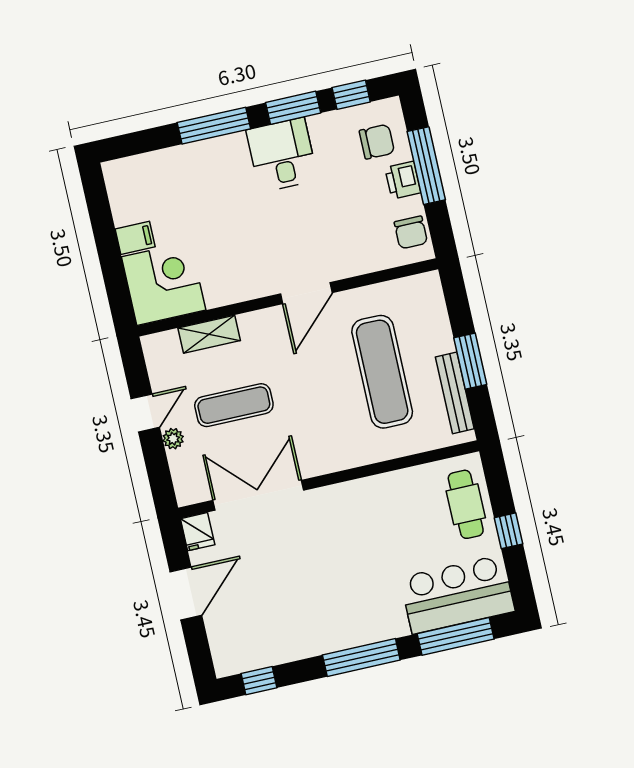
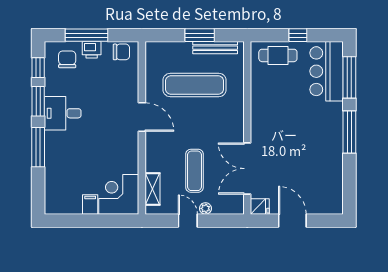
shelving: (209, 334) -> (152, 189), moved
window: (259, 681) -> (349, 191), removed

